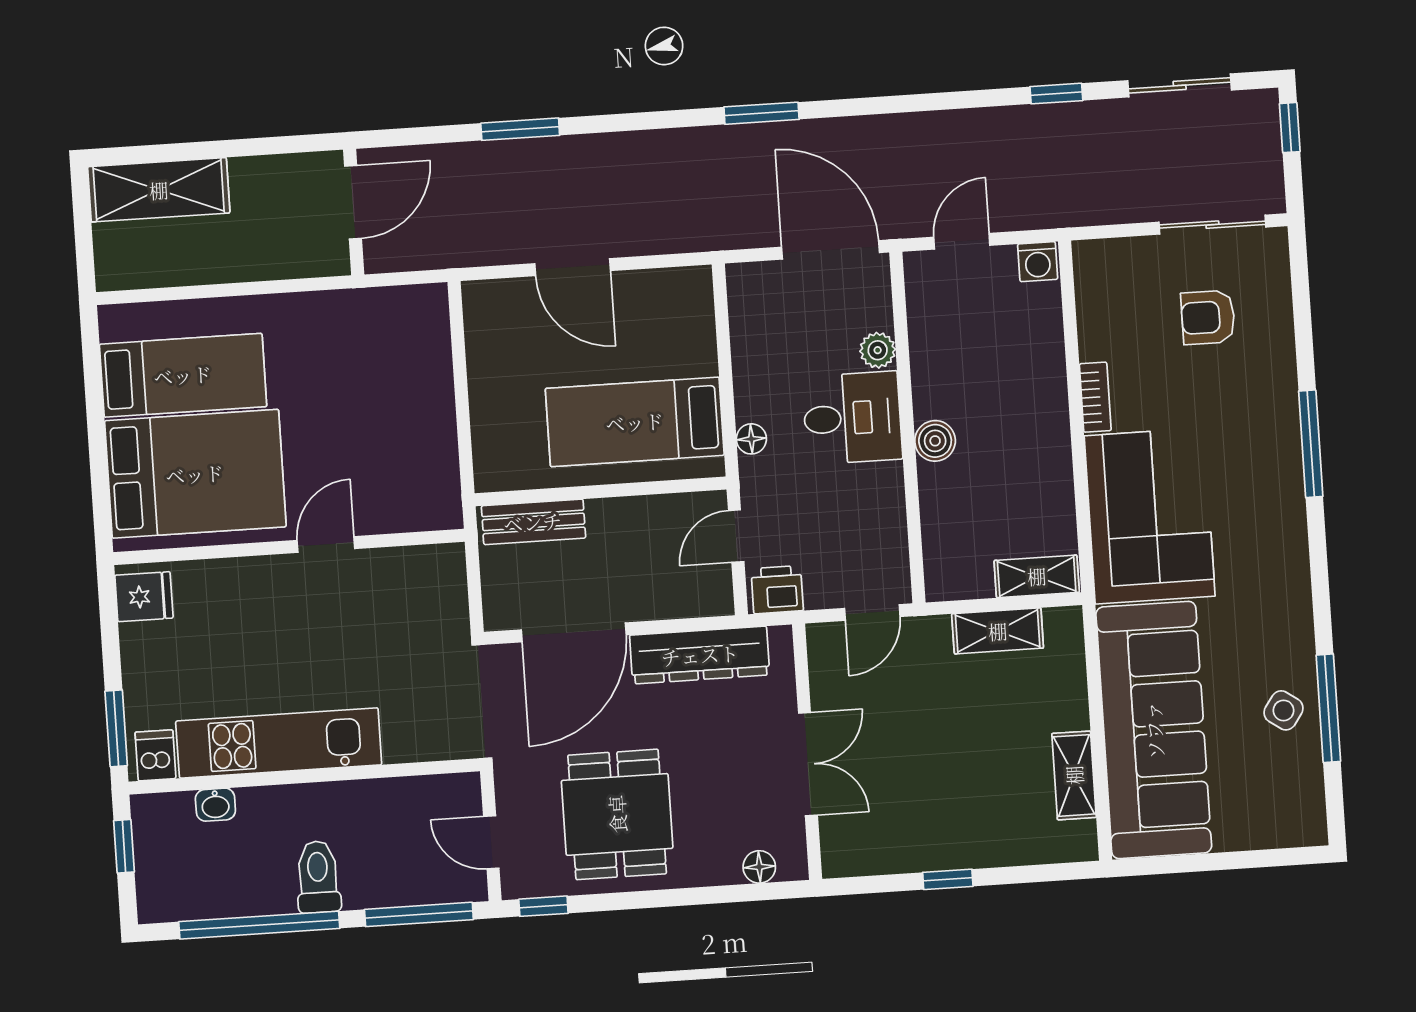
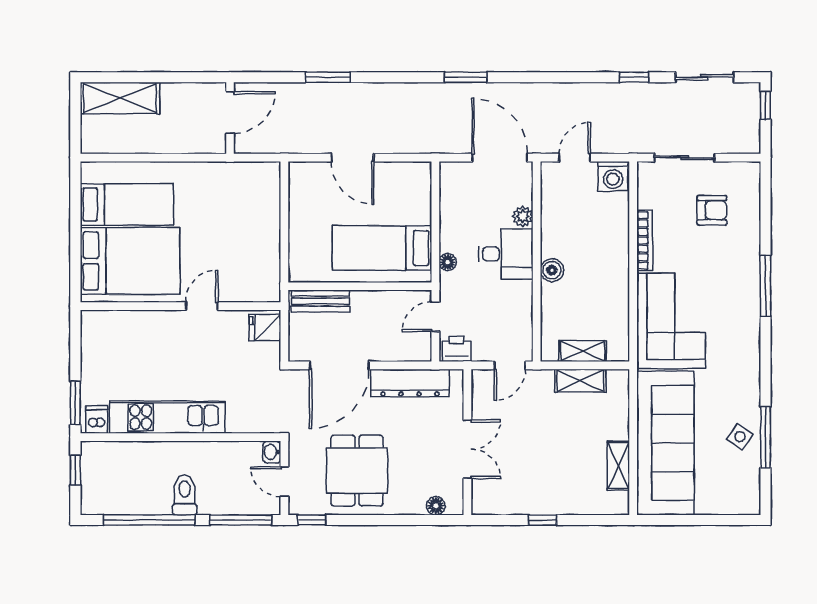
sliding door: (1212, 225) -> (685, 158), moved
washing machine: (1038, 262) -> (613, 176), width x1.38, depth x1.38
armchair: (1208, 317) -> (712, 210), turned 180
bookcase: (1095, 397) -> (645, 240), width x1.56
shelving: (1037, 576) -> (583, 351), moved
fridge: (144, 597) -> (265, 327), moved, turned 180
washbasin: (215, 805) -> (272, 452), moved, turned 90

